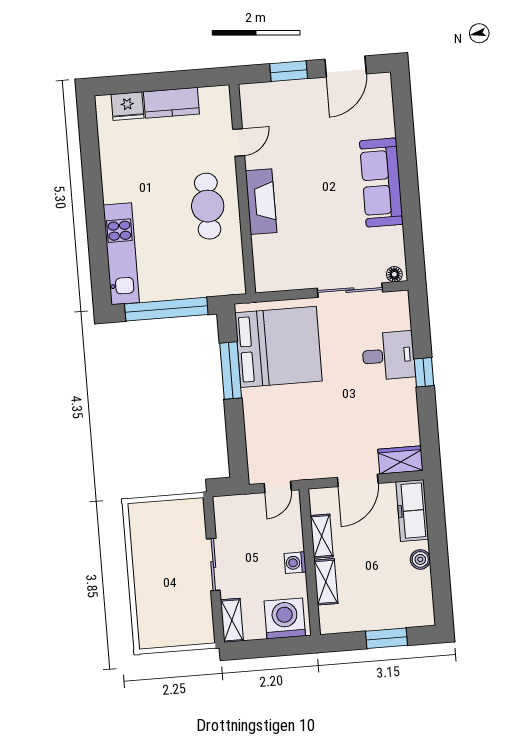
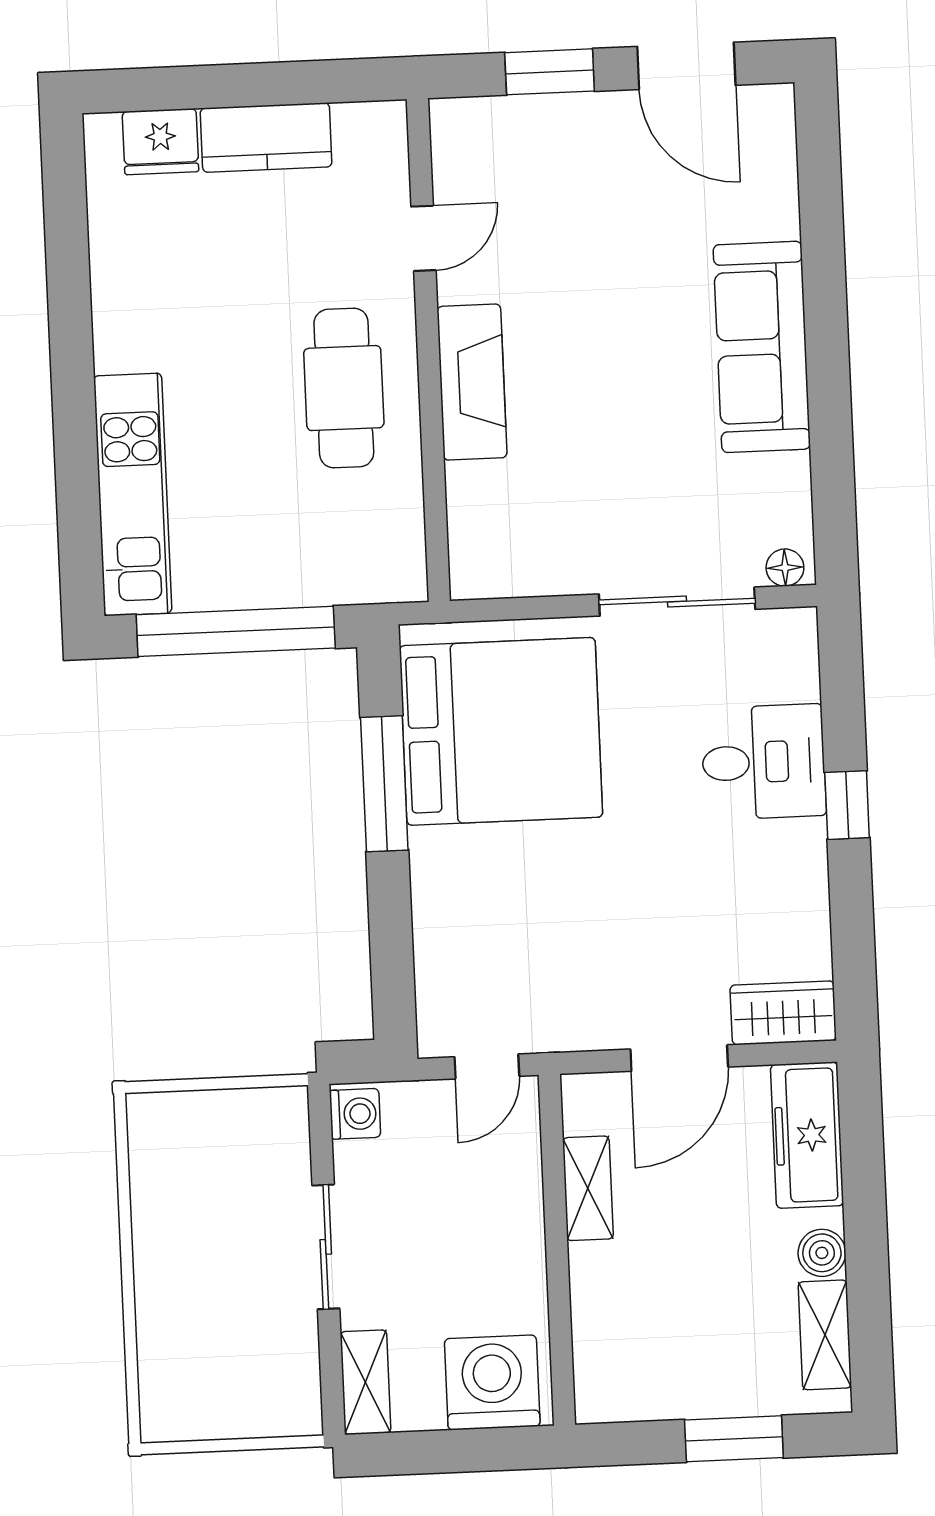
door: (346, 66) -> (686, 66), hinge flipped
washing machine: (295, 563) -> (355, 1114), moved, turned 180
shelving: (326, 582) -> (825, 1335), moved

